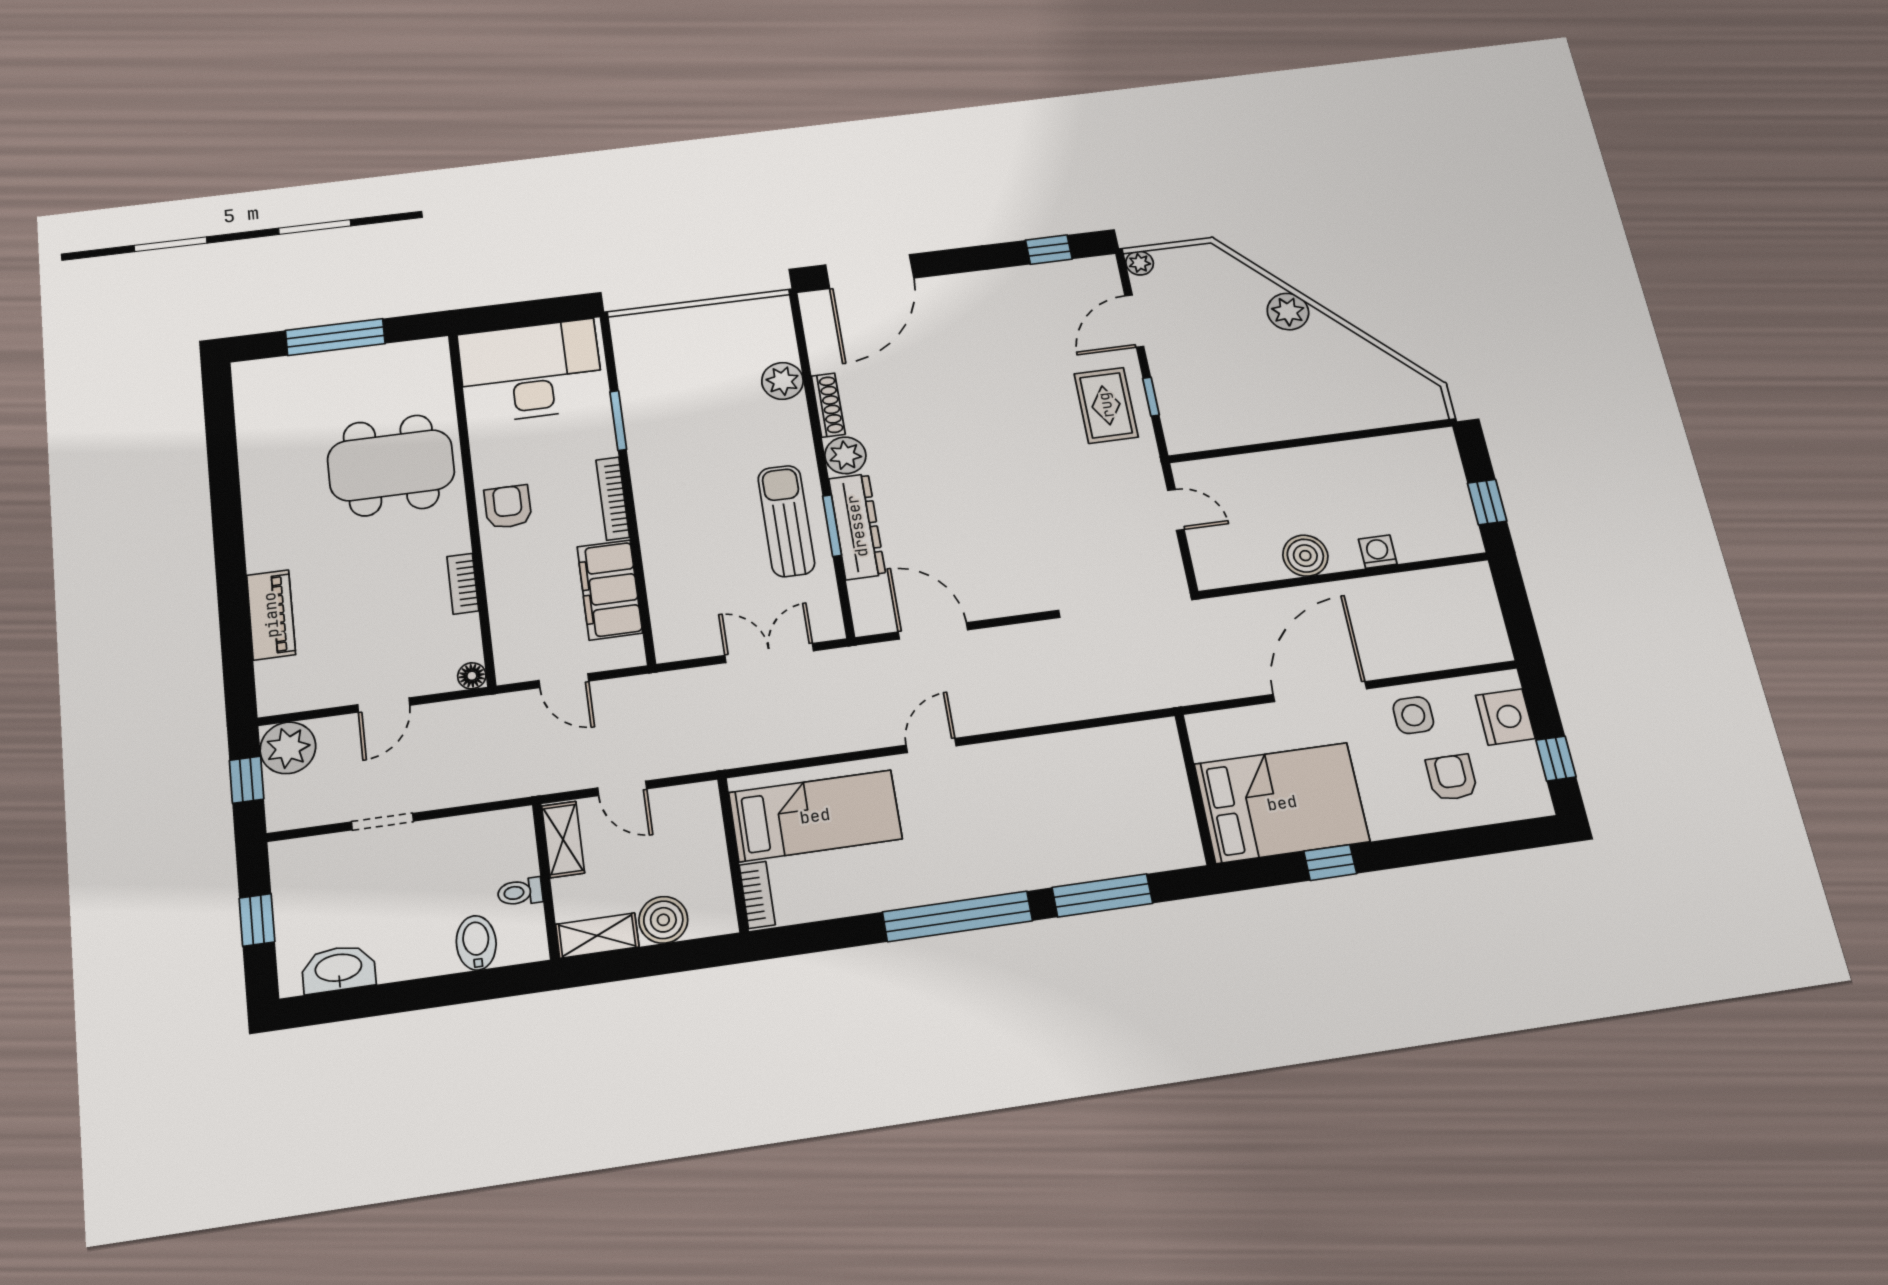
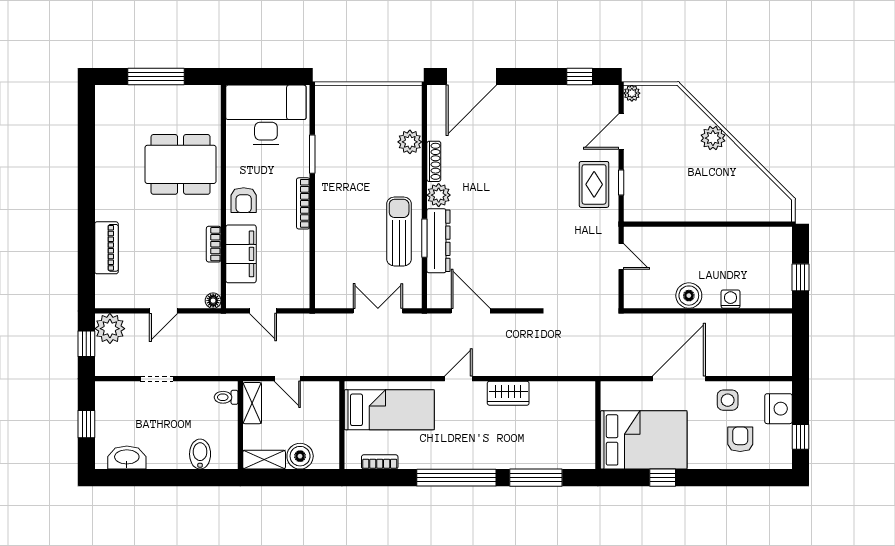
armchair: (508, 507) -> (244, 200), turned 180
filing cabinet: (610, 590) -> (241, 254), moved, turned 180
wardrobe: (1024, 758) -> (508, 393), added
toilet: (520, 892) -> (226, 397), moved
bookcase: (757, 895) -> (380, 462), moved, turned -90

